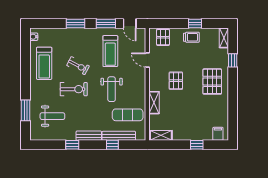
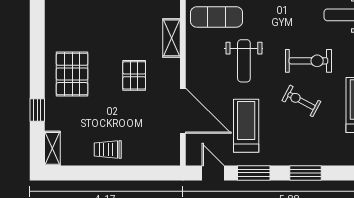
window: (195, 23) -> (102, 173), removed
pallet: (163, 37) -> (156, 150), removed
door: (147, 60) -> (183, 111), width x1.87
exercise bike: (74, 89) -> (308, 61), turned 180
weight bench: (112, 89) -> (244, 61), turned 180

